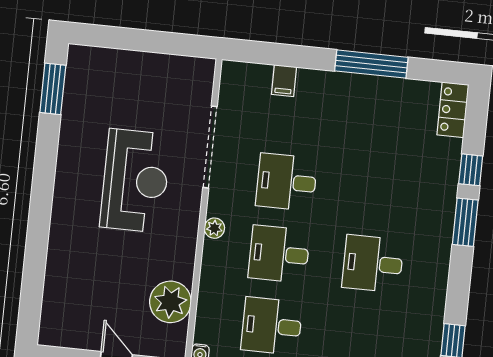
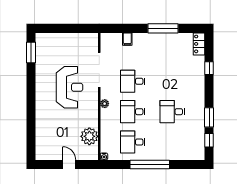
window: (465, 222) -> (209, 117), moved

